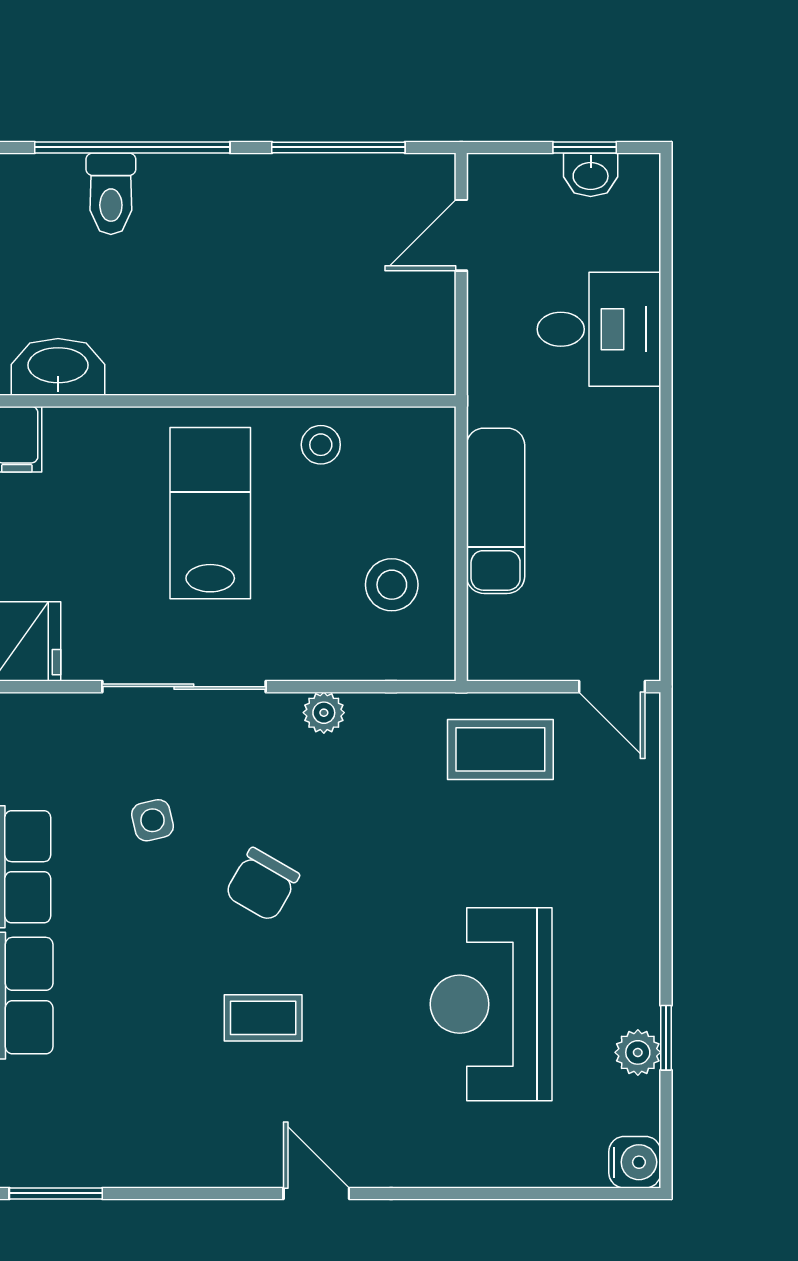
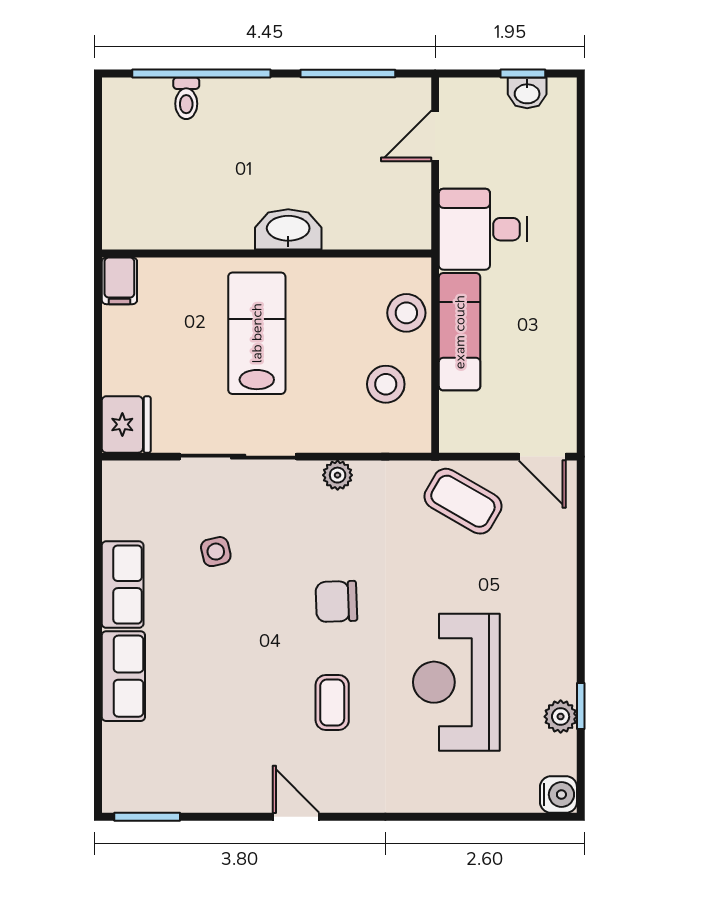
toilet: (111, 194) -> (186, 98), width x0.73, depth x0.72
desk: (599, 329) -> (483, 229), moved, turned 180
washbasin: (58, 367) -> (288, 229), moved
stool: (321, 445) -> (406, 313), moved, width x1.37, depth x1.37
coffee table: (500, 749) -> (463, 501), turned 30
chair: (262, 885) -> (336, 601), moved, turned 58
coffee table: (263, 1018) -> (332, 703), moved, turned 90
door: (316, 1193) -> (296, 817), moved

